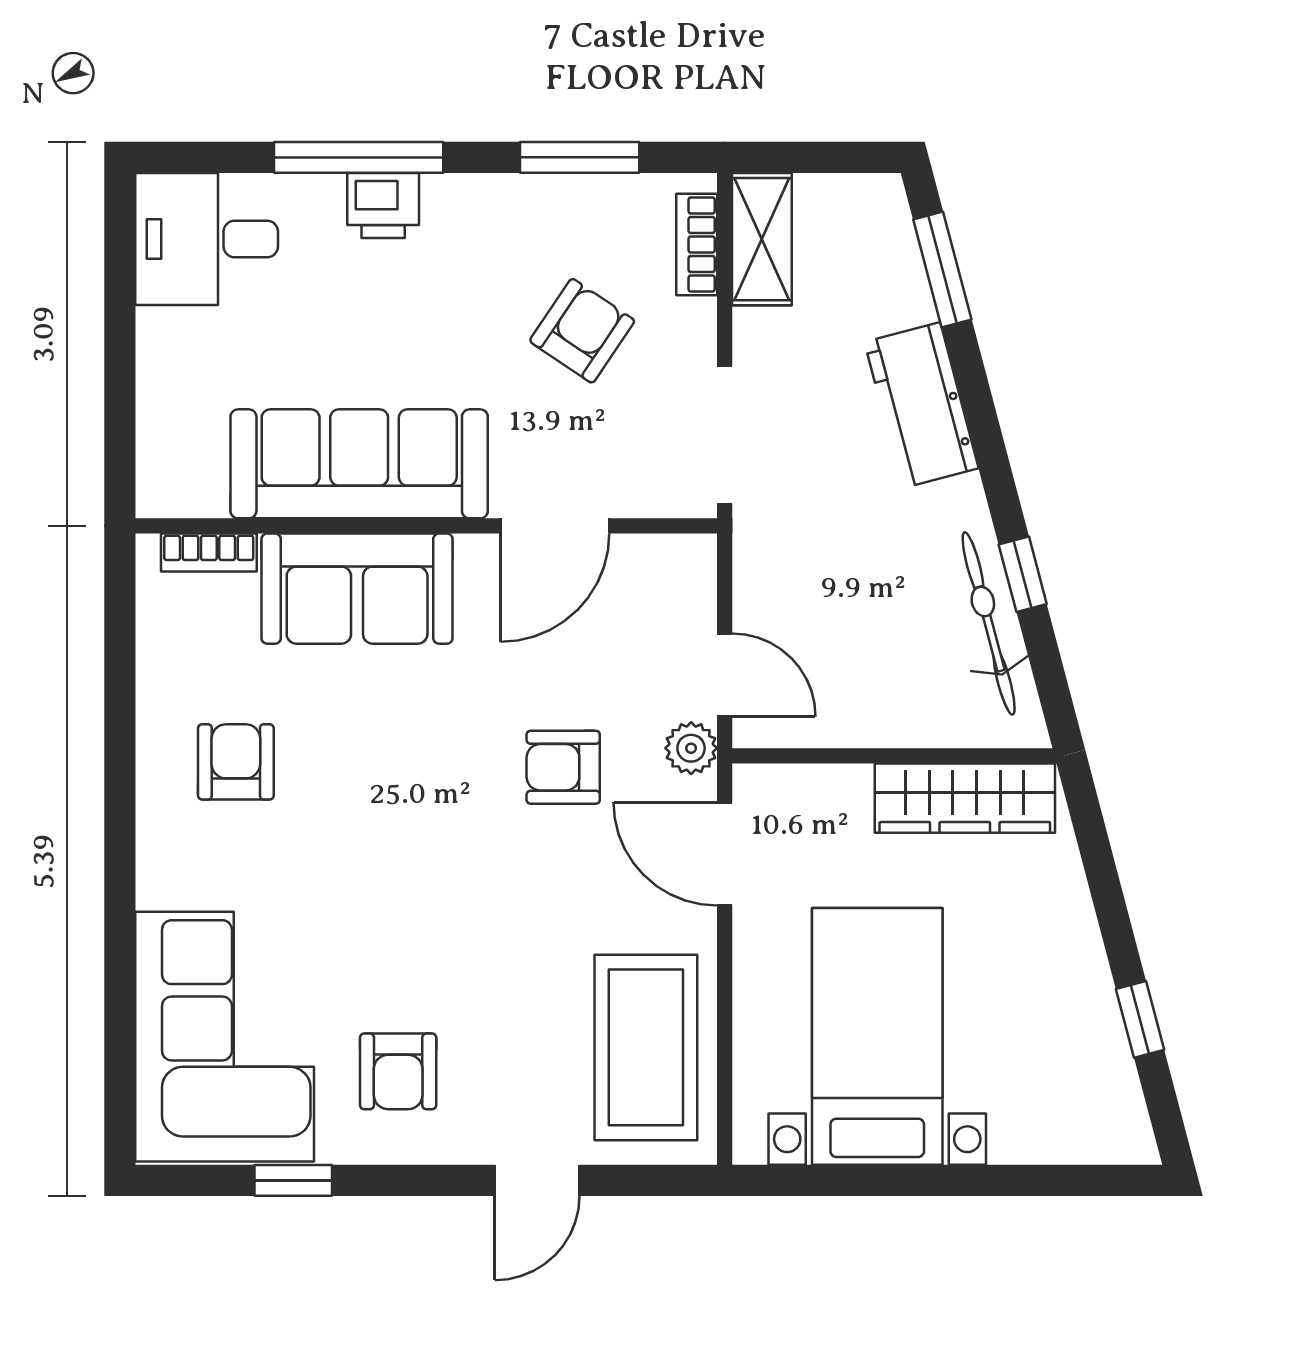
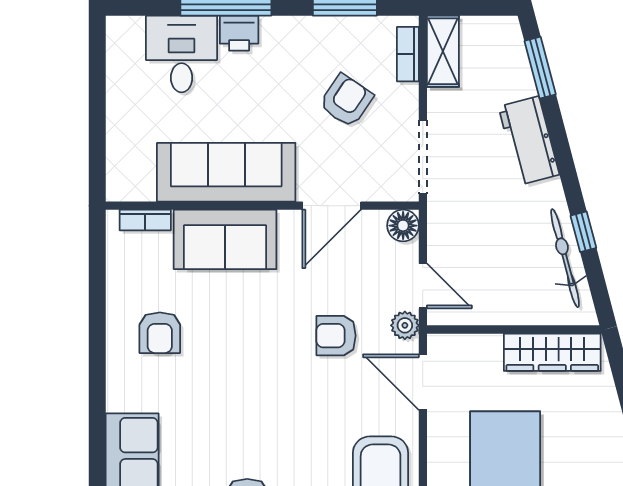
desk: (207, 239) -> (182, 54), moved, turned 90
floor lamp: (688, 563) -> (403, 226), added
armchair: (236, 762) -> (160, 333), turned 180

